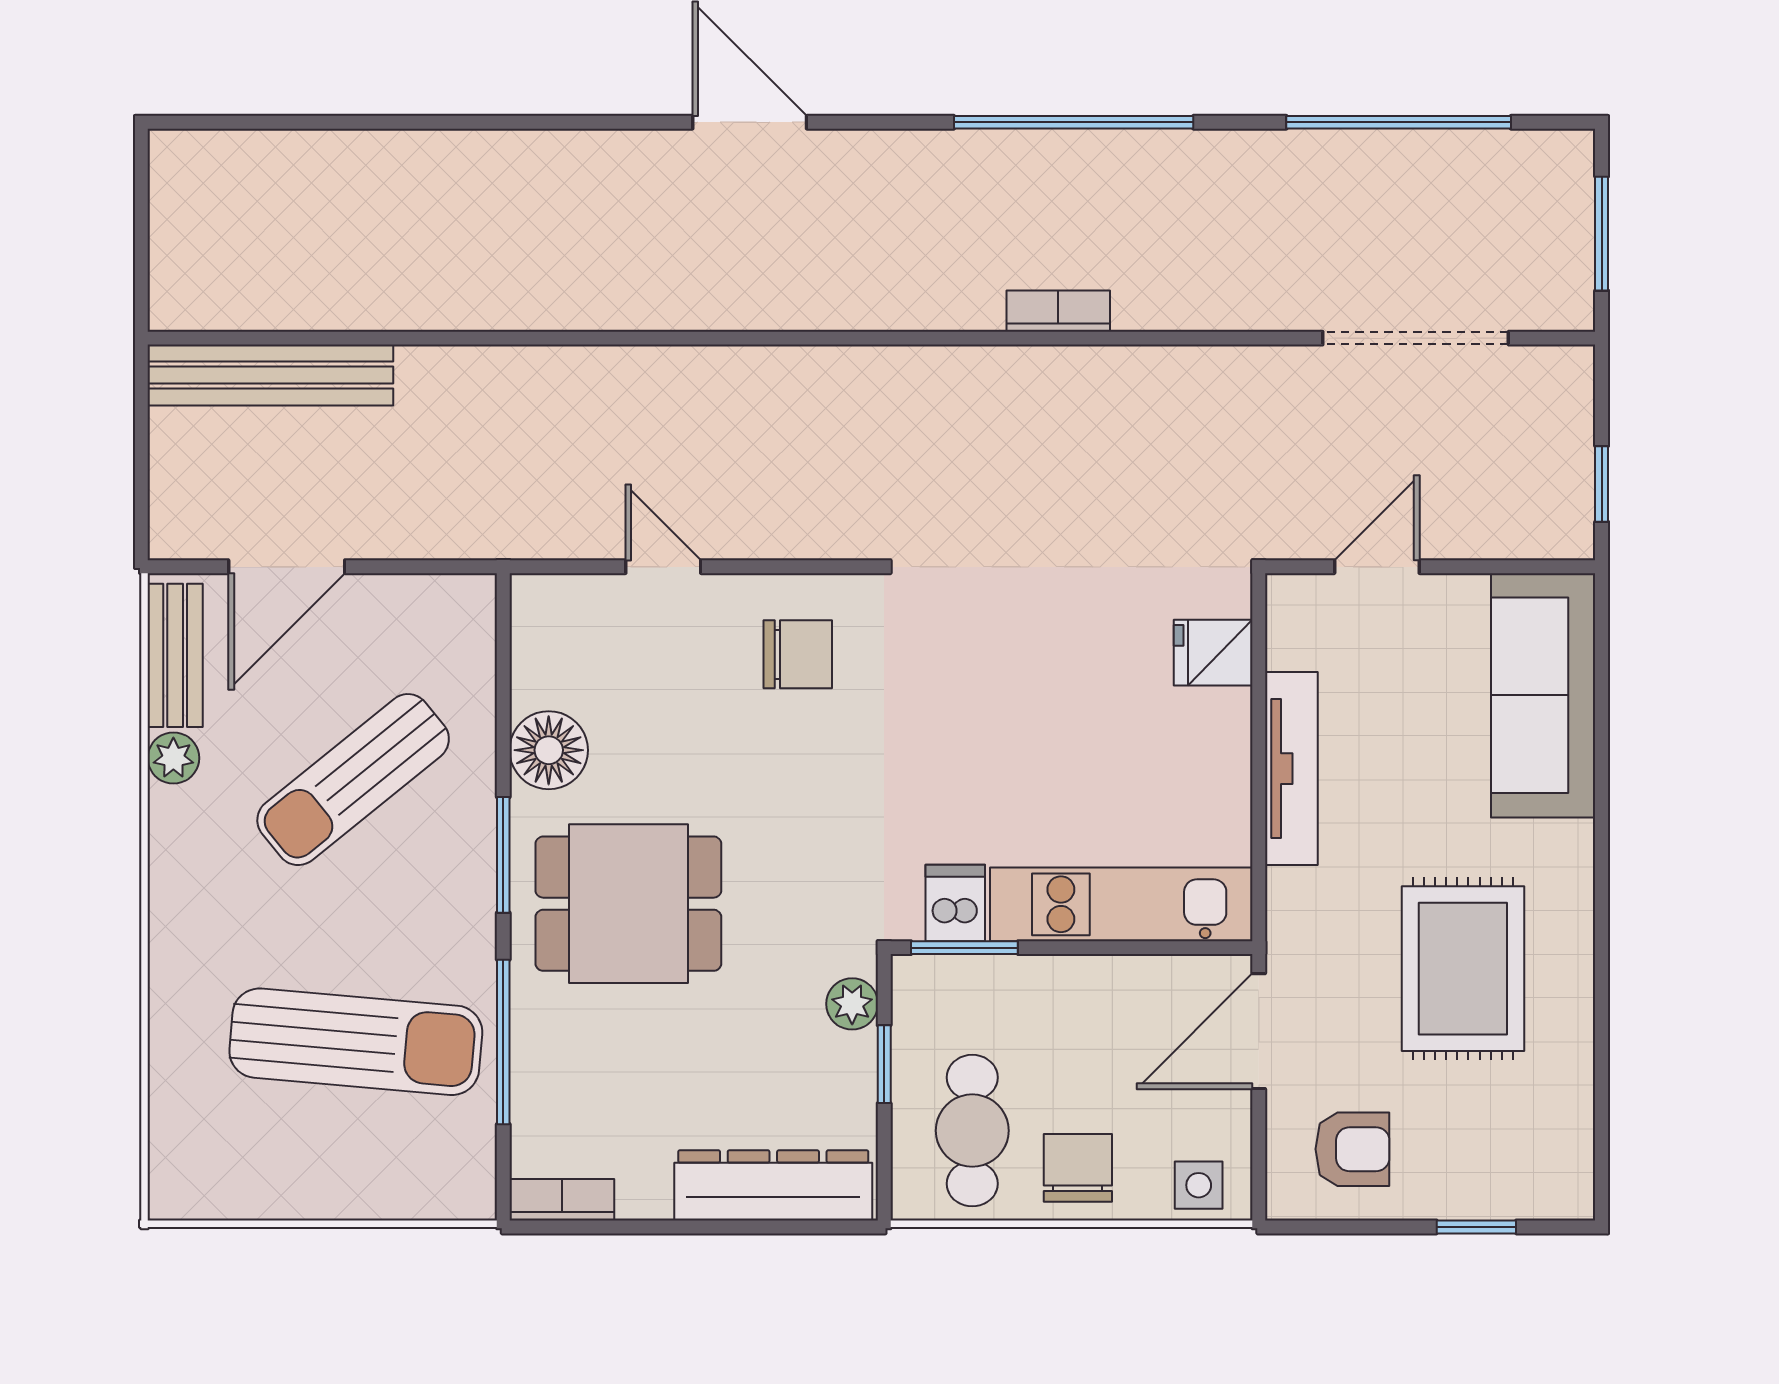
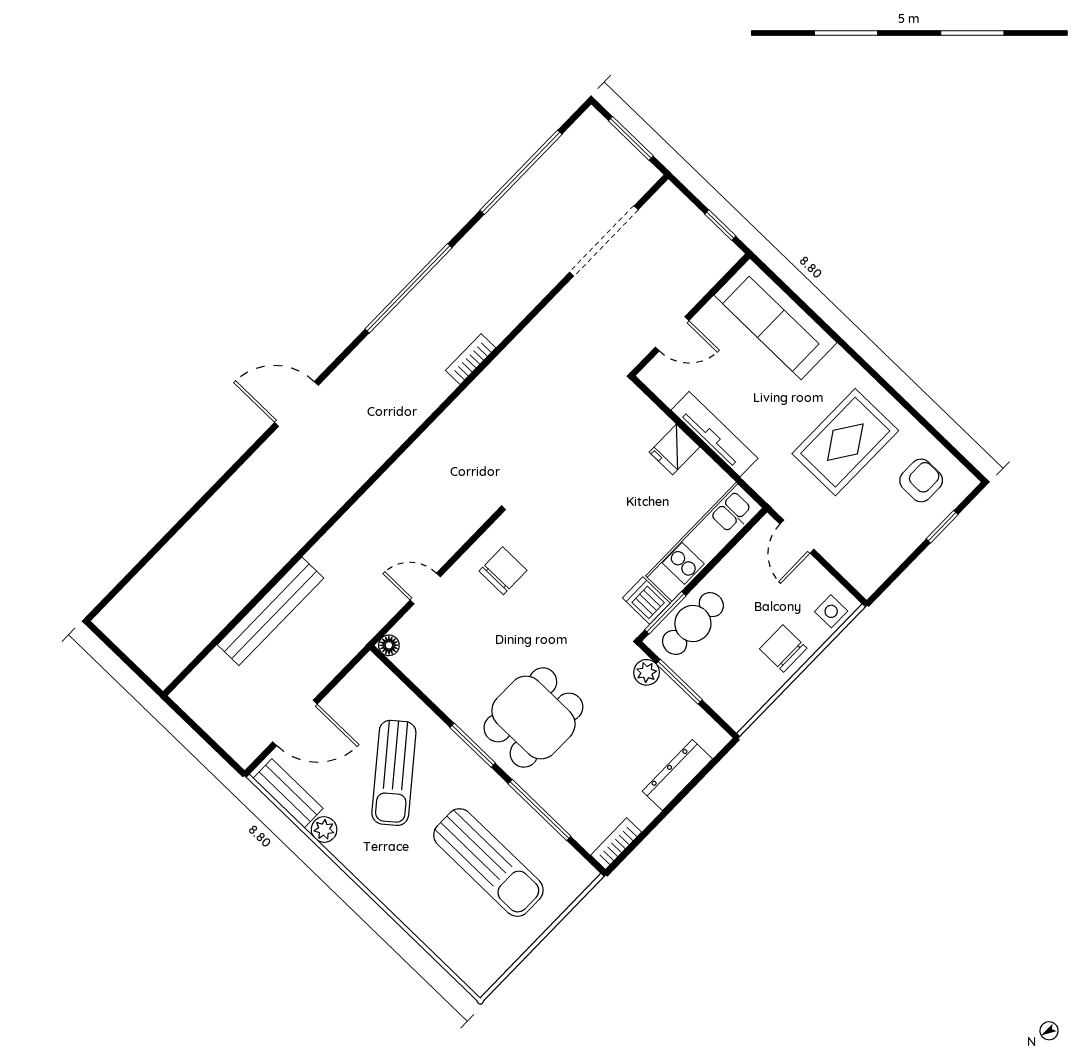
bench: (270, 375) -> (270, 611), moved
door: (287, 567) -> (295, 723), hinge flipped
door: (1377, 567) -> (672, 334), swing flipped
fridge: (1213, 653) -> (674, 449), moved
floor lamp: (549, 750) -> (389, 645), moved, width x0.53, depth x0.53
rug: (1463, 969) -> (845, 442), turned 90
door: (1259, 1031) -> (797, 537), width x0.73
sun lounger: (356, 1042) -> (488, 863), turned 85
window: (884, 1064) -> (679, 682), width x1.50
cafe table: (972, 1131) -> (693, 624), moved, turned 90
armchair: (1352, 1149) -> (921, 480), moved
dresser: (773, 1185) -> (677, 775), width x0.73, depth x0.80

